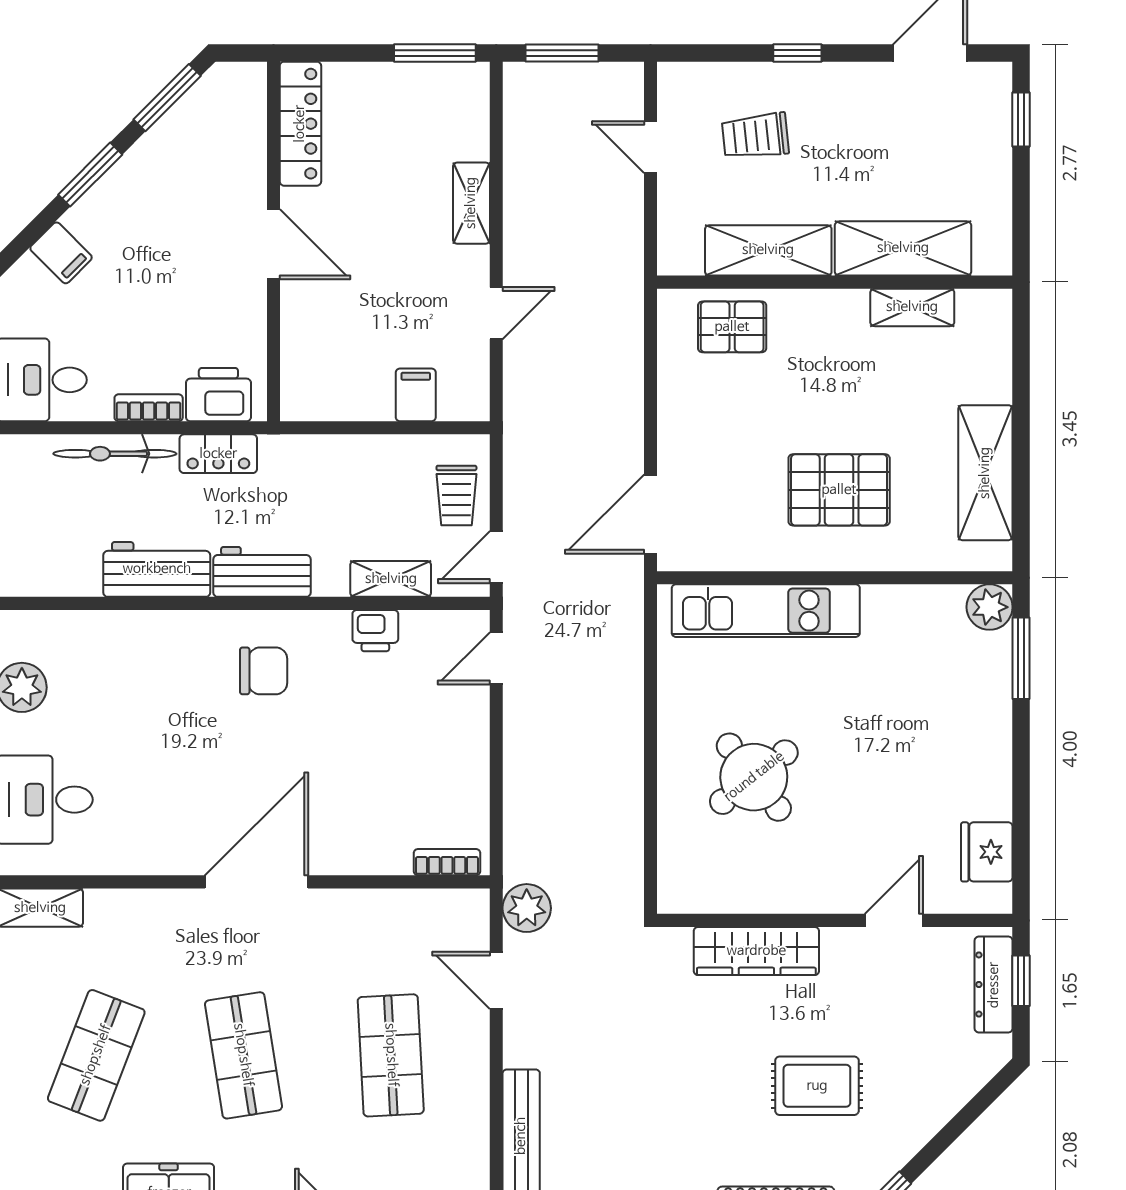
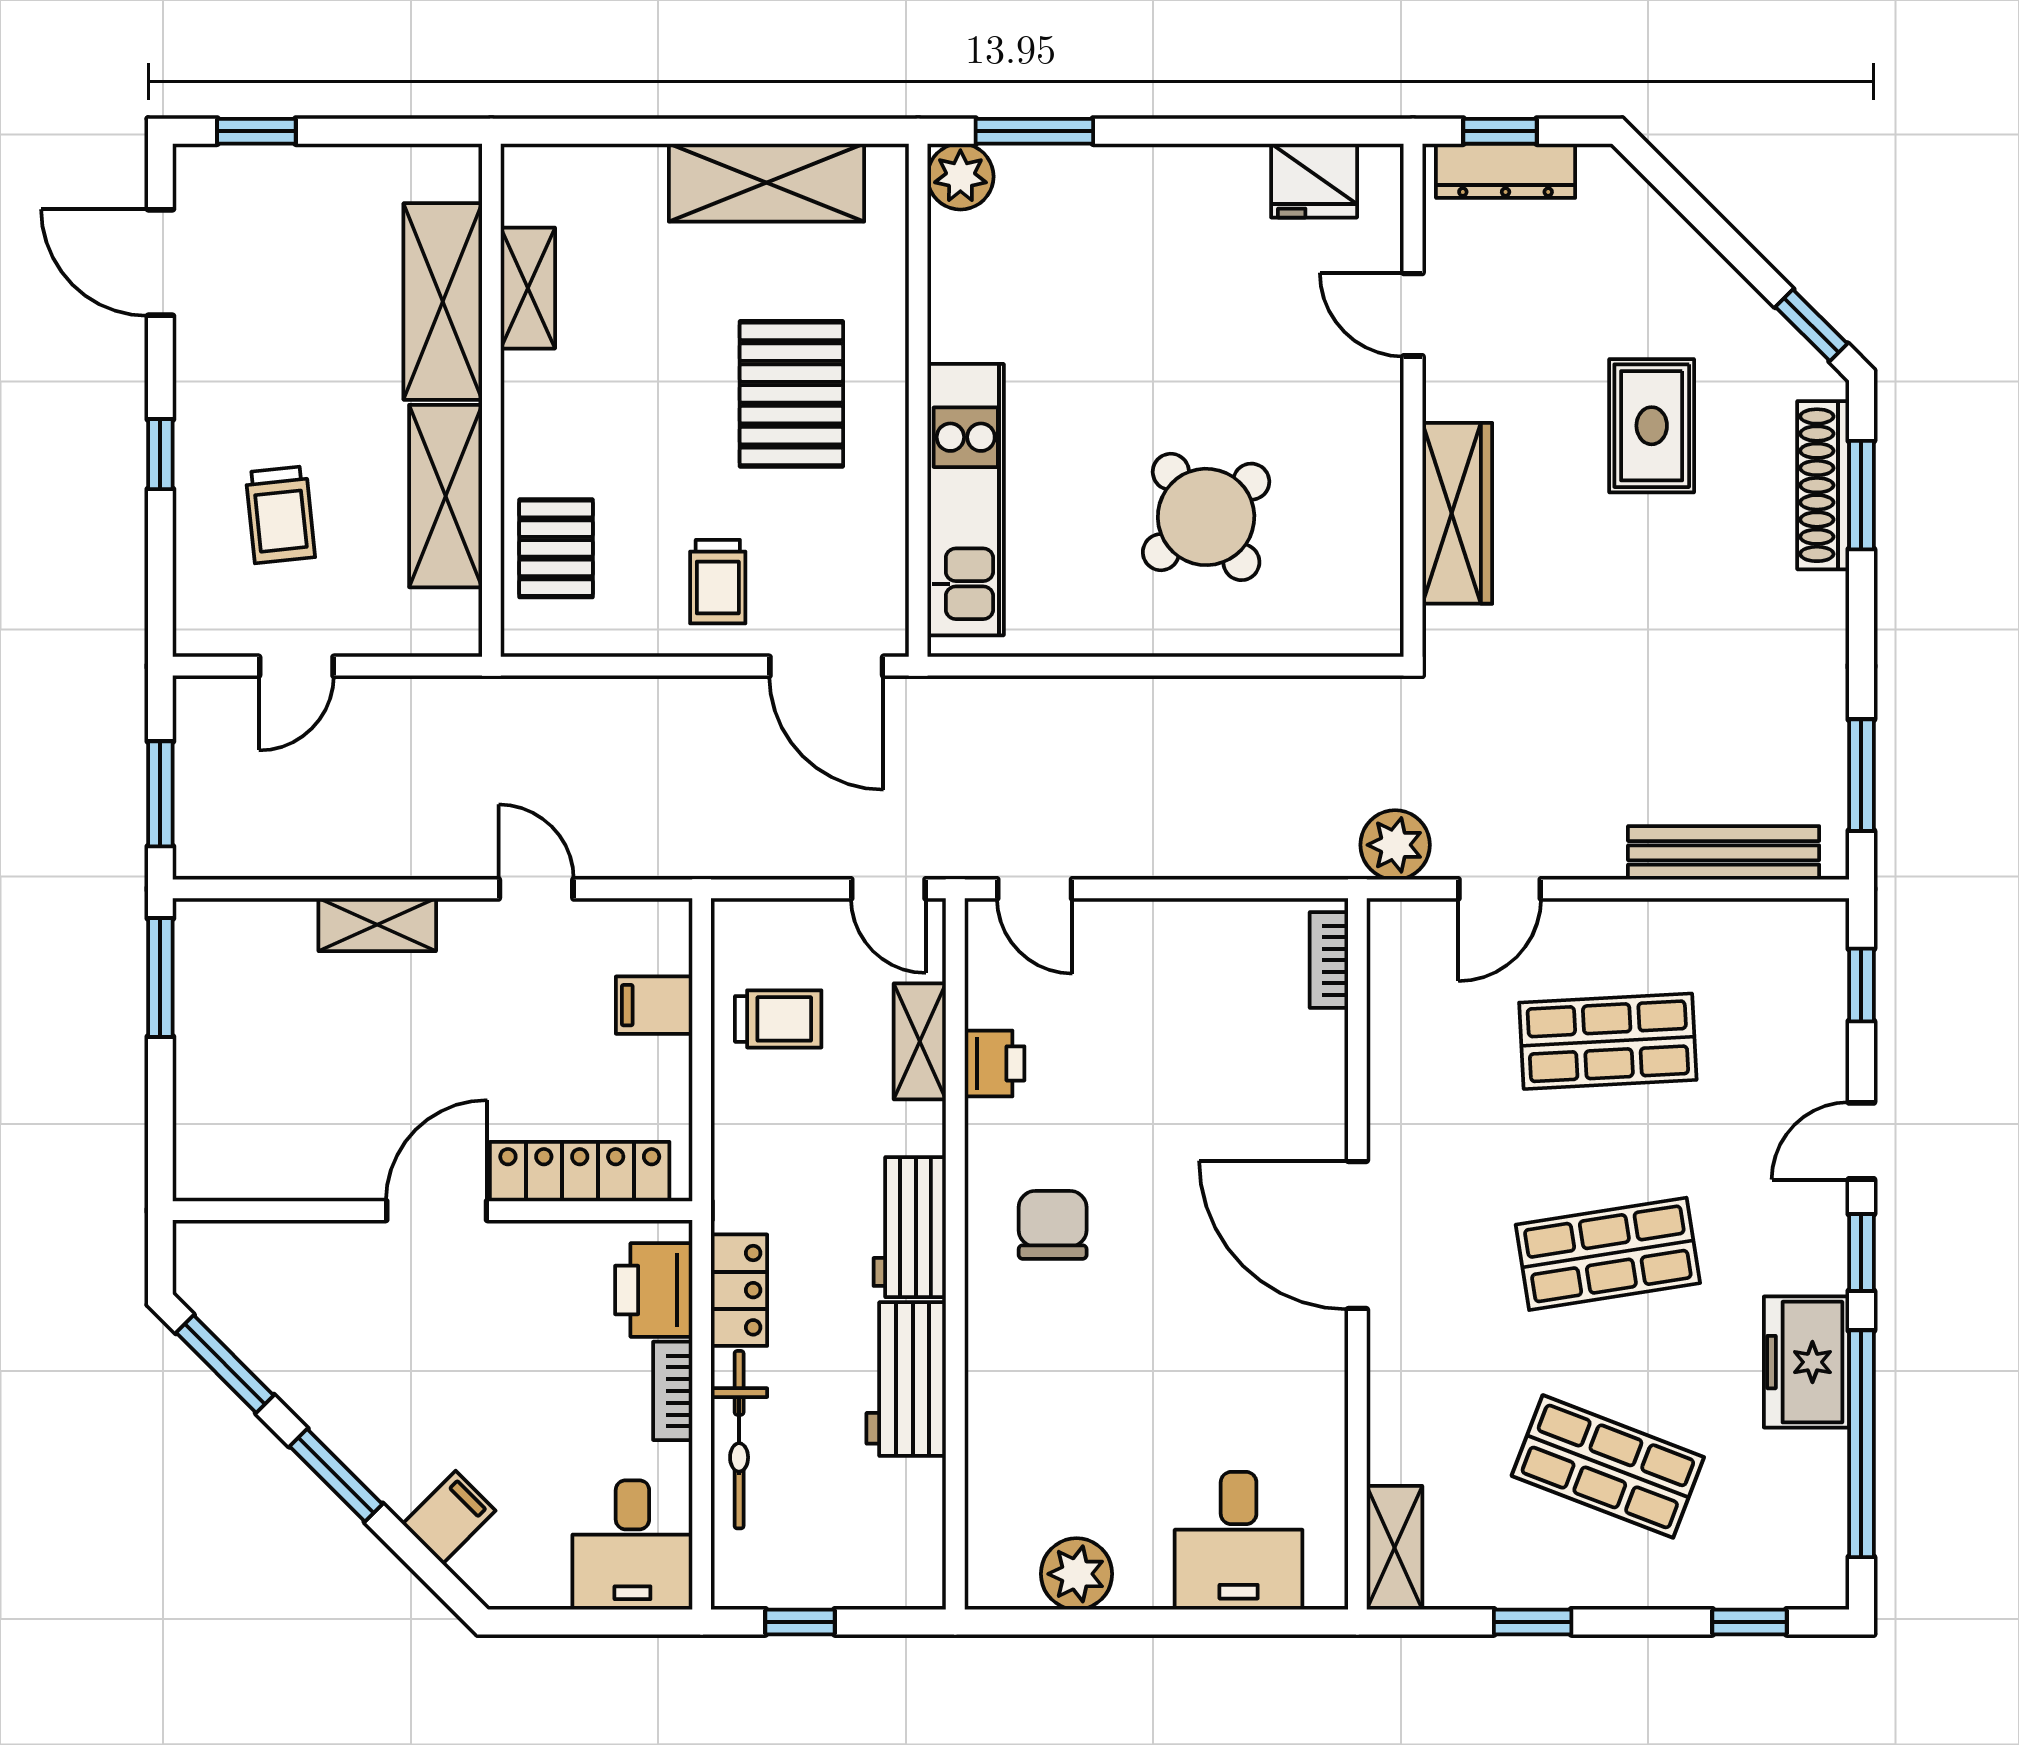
locker: (300, 124) -> (580, 1172), moved
trolley: (709, 439) -> (718, 582), added
trolley: (456, 495) -> (778, 1019), moved

